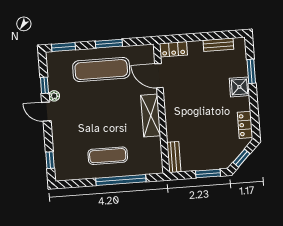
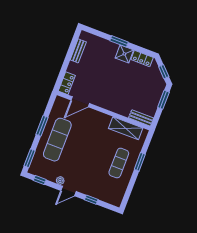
window: (251, 71) -> (119, 41), moved
window: (44, 85) -> (40, 180), moved
shower: (239, 87) -> (124, 54), moved
shelving: (151, 116) -> (126, 128), moved
window: (50, 160) -> (91, 200), moved
window: (121, 180) -> (140, 162), width x0.47

